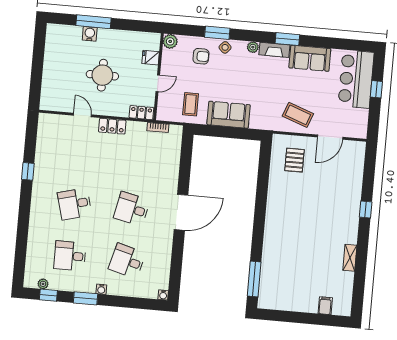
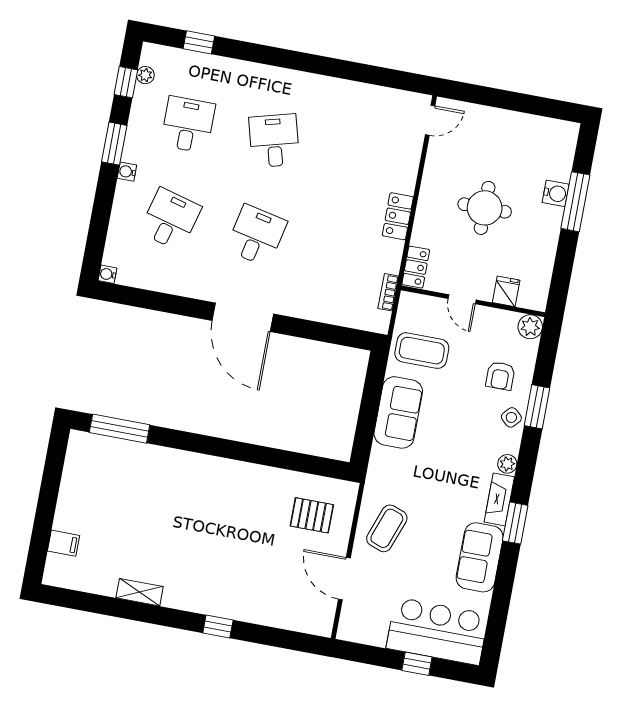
coffee table: (191, 104) -> (422, 351), width x1.36, depth x1.30
door: (82, 115) -> (430, 120), moved
window: (28, 171) -> (199, 42), moved

